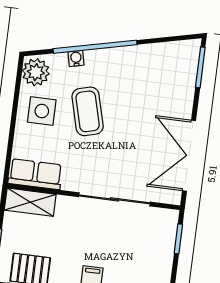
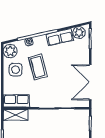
plant: (179, 53) -> (79, 33), added
row of seats: (139, 57) -> (60, 37), added

